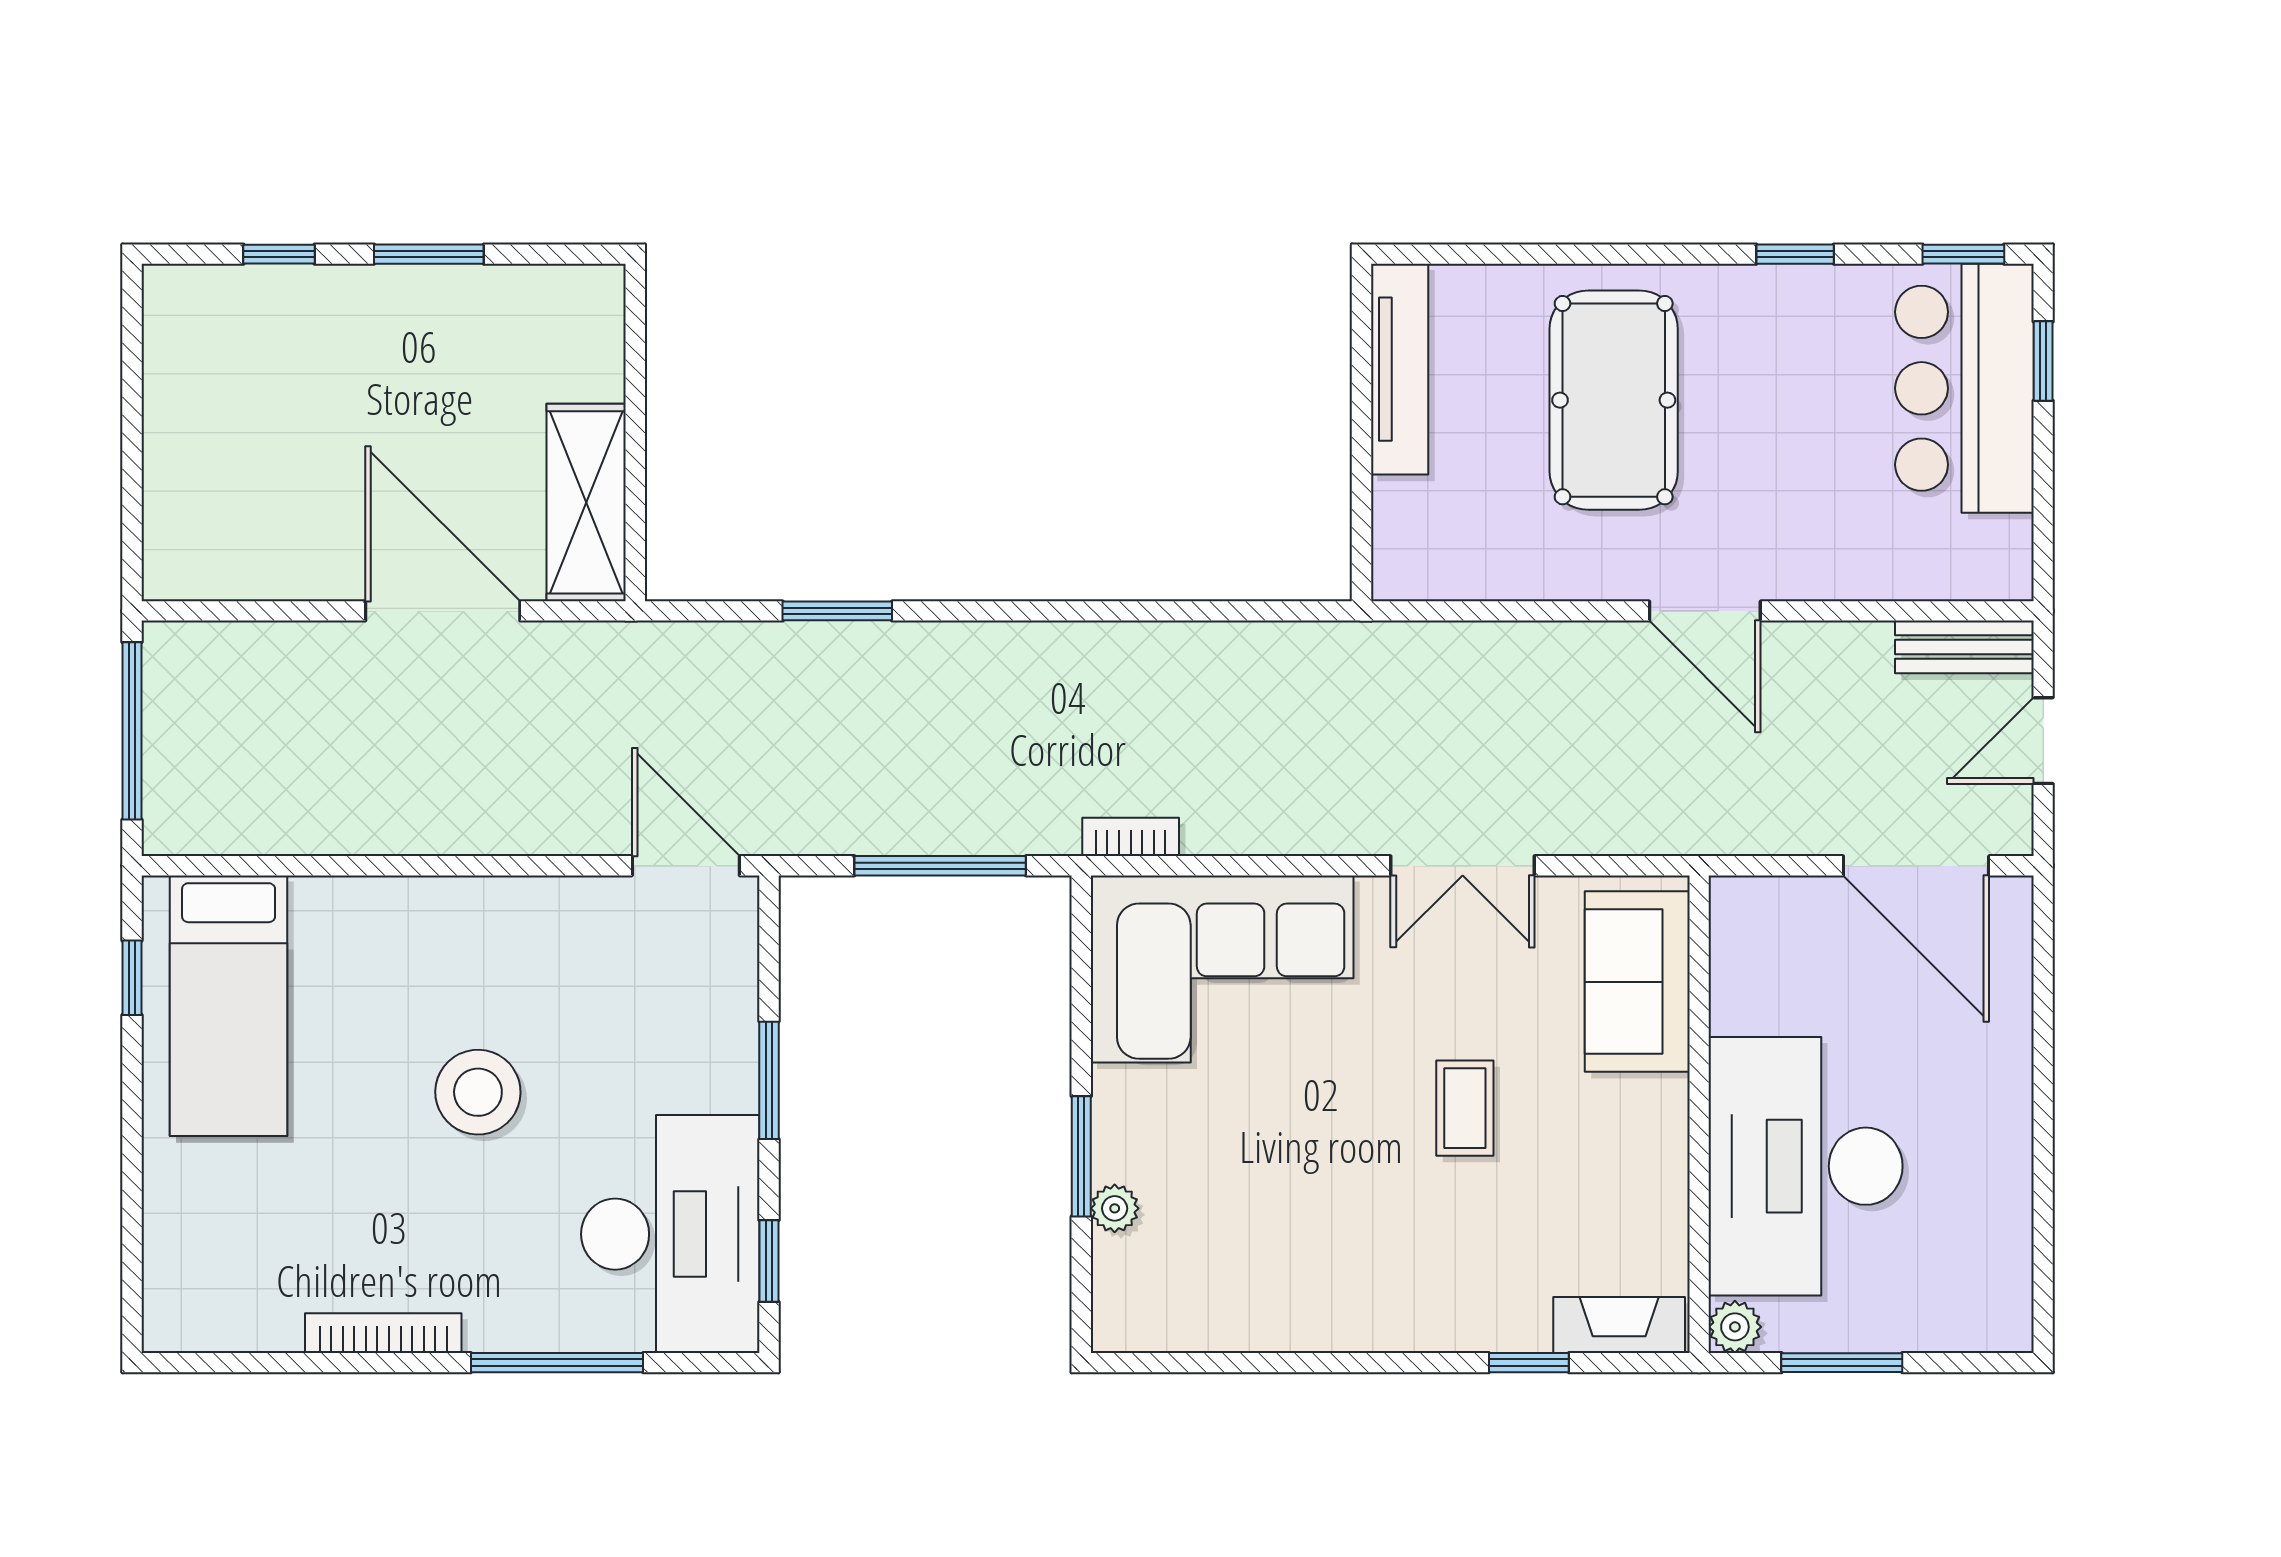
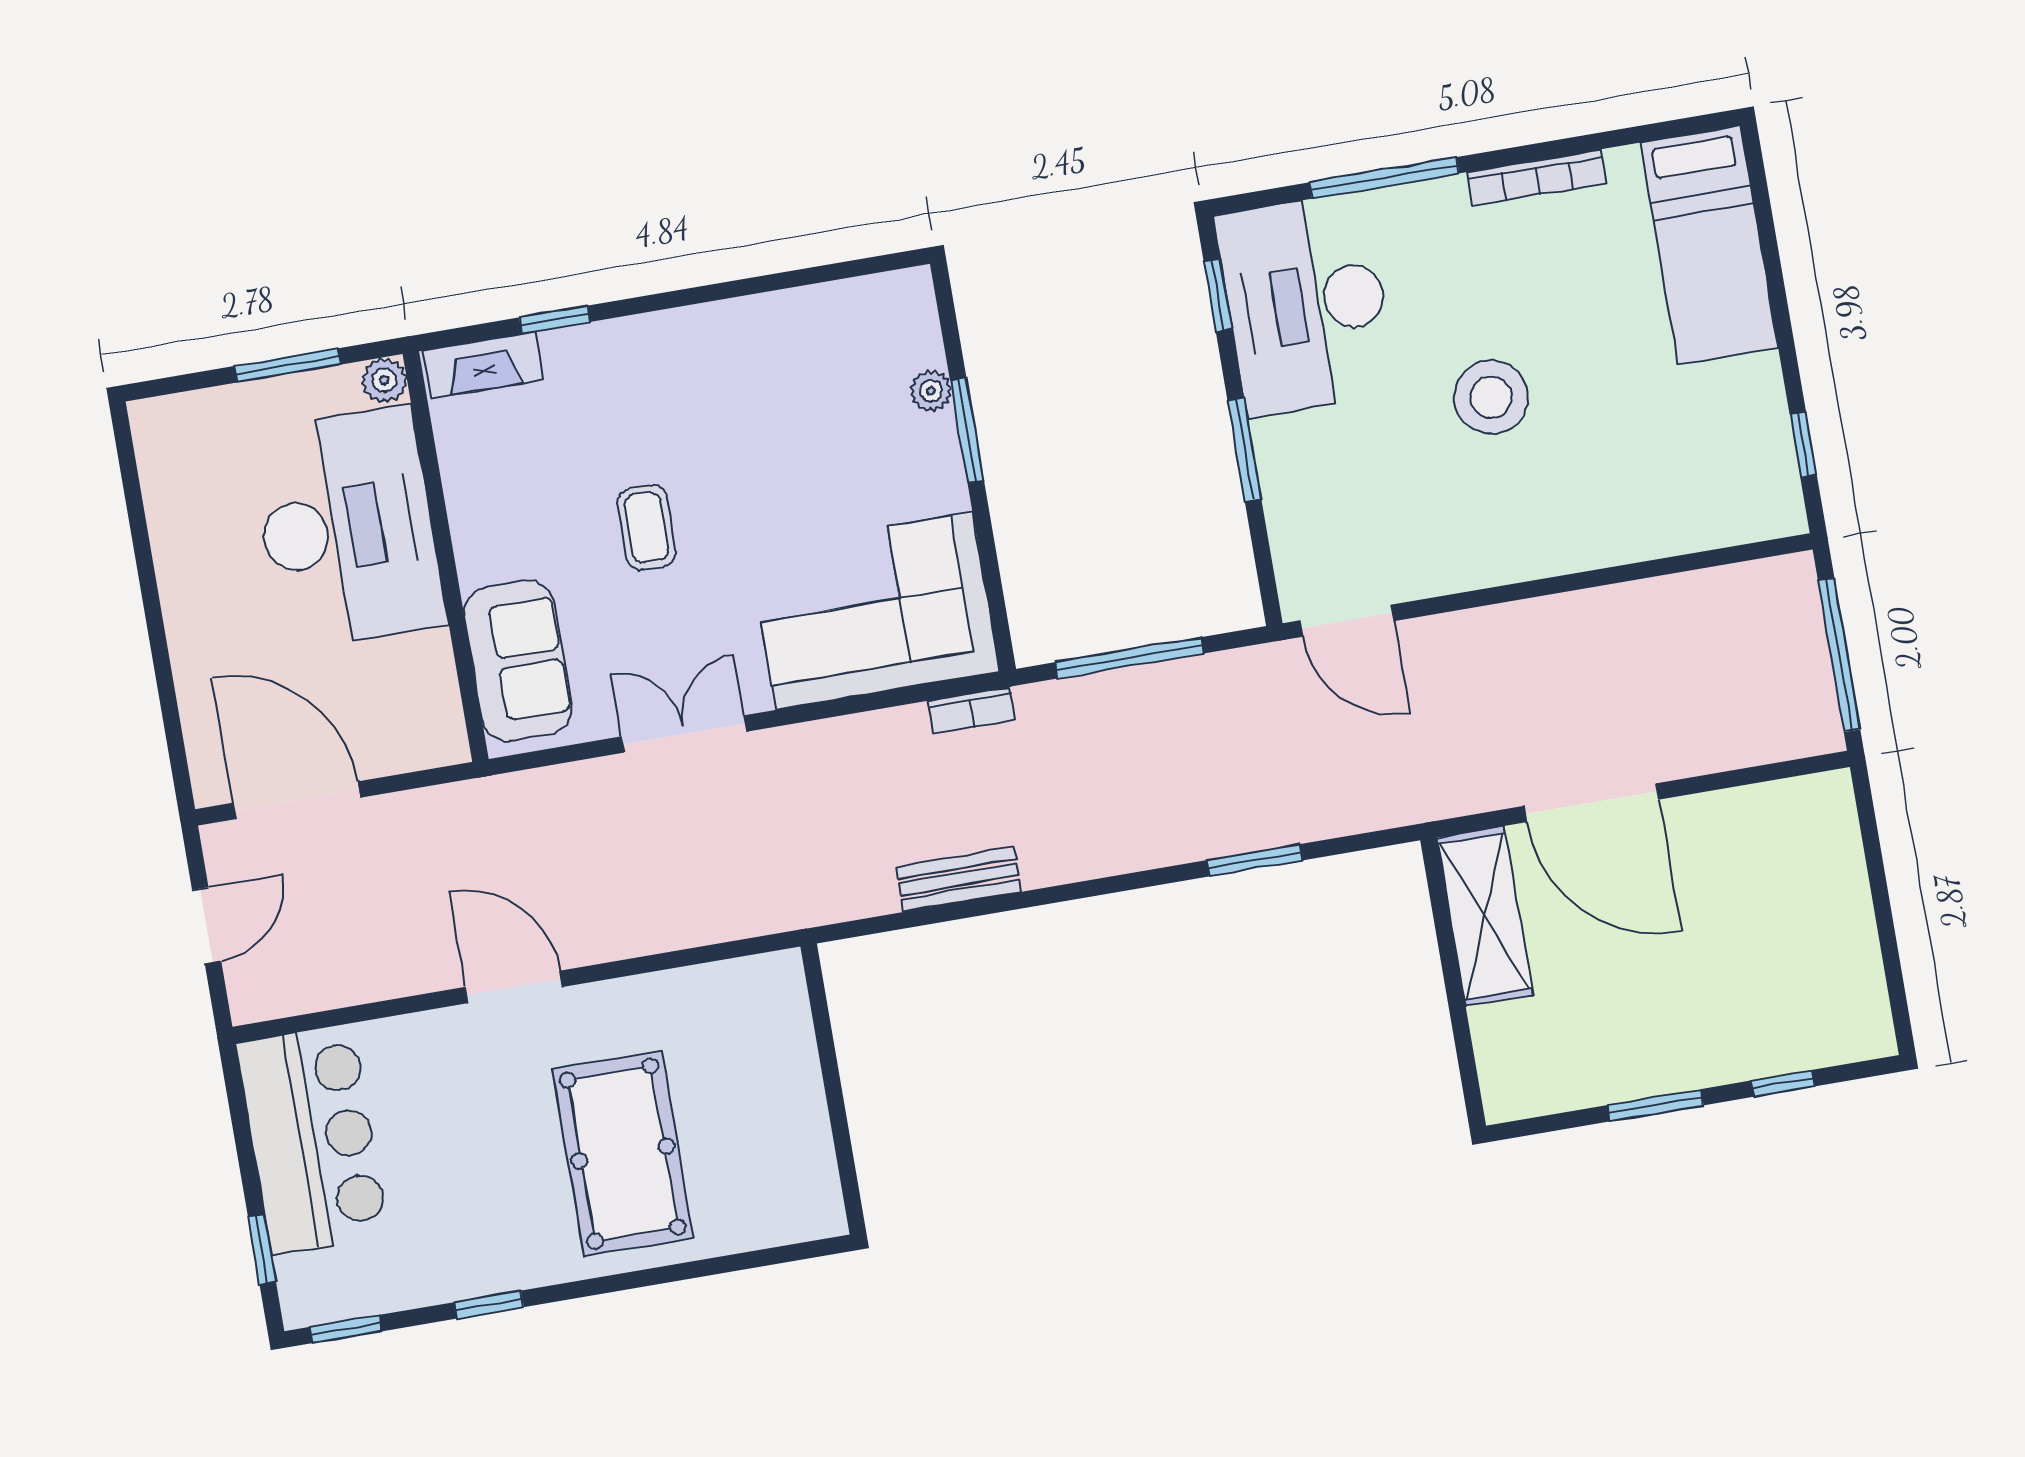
tv unit: (1400, 369) -> (810, 1149), removed
bar counter: (1964, 388) -> (312, 1139), moved
bench: (1964, 647) -> (959, 879), moved
bed: (229, 1006) -> (1709, 245), moved, turned 180

